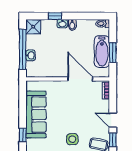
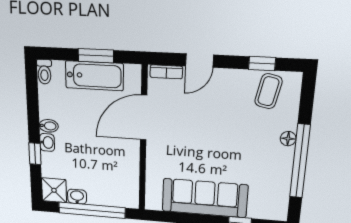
washbasin: (30, 55) -> (77, 197), moved
door: (113, 120) -> (199, 61), moved
side table: (72, 139) -> (254, 139), removed

